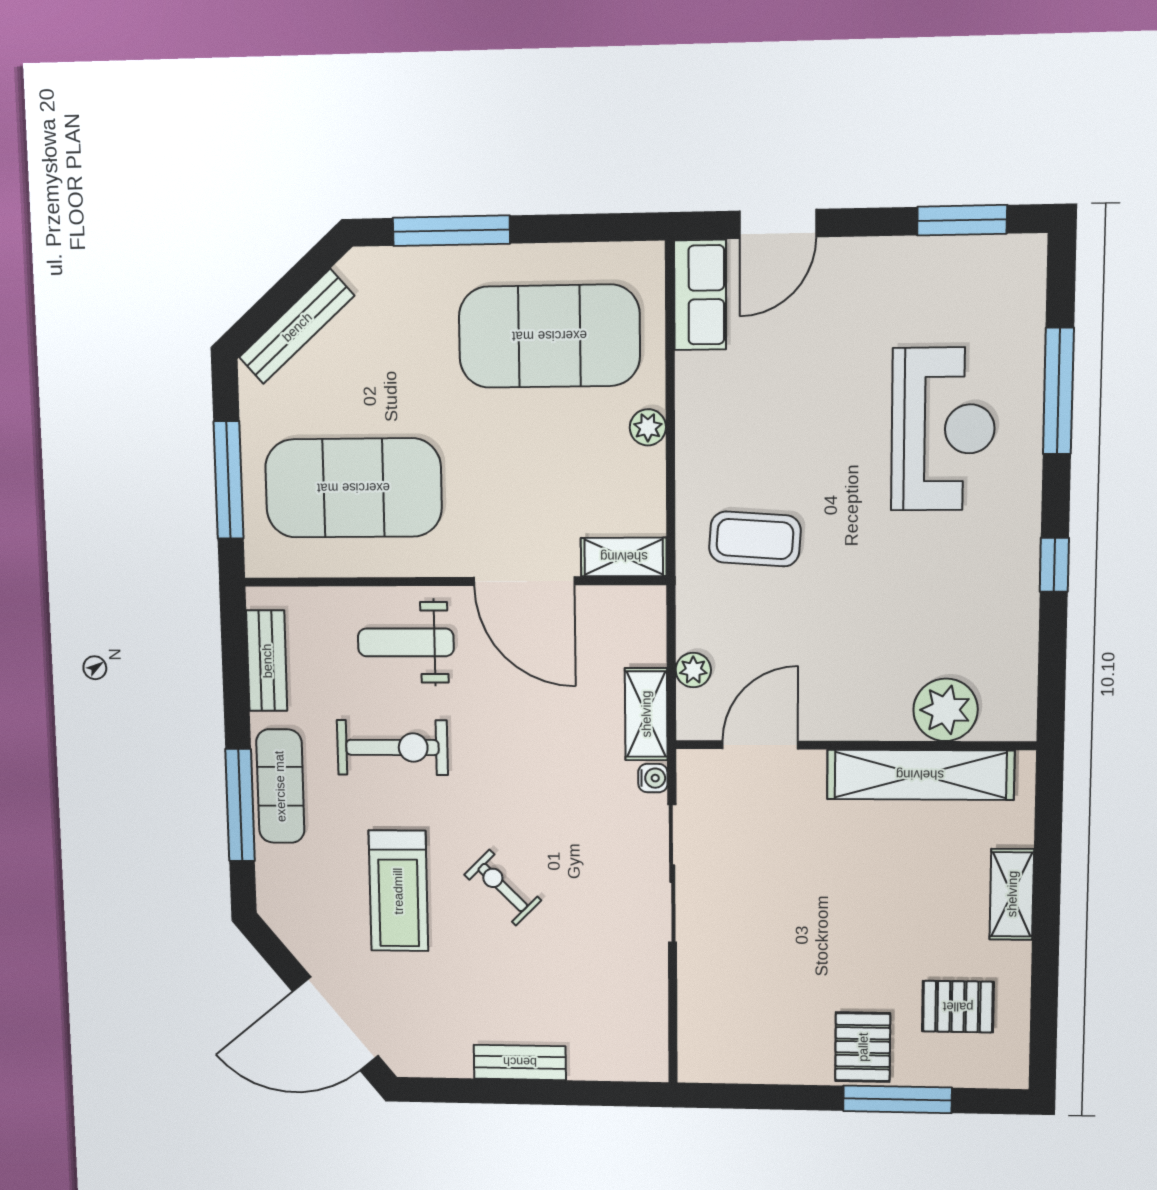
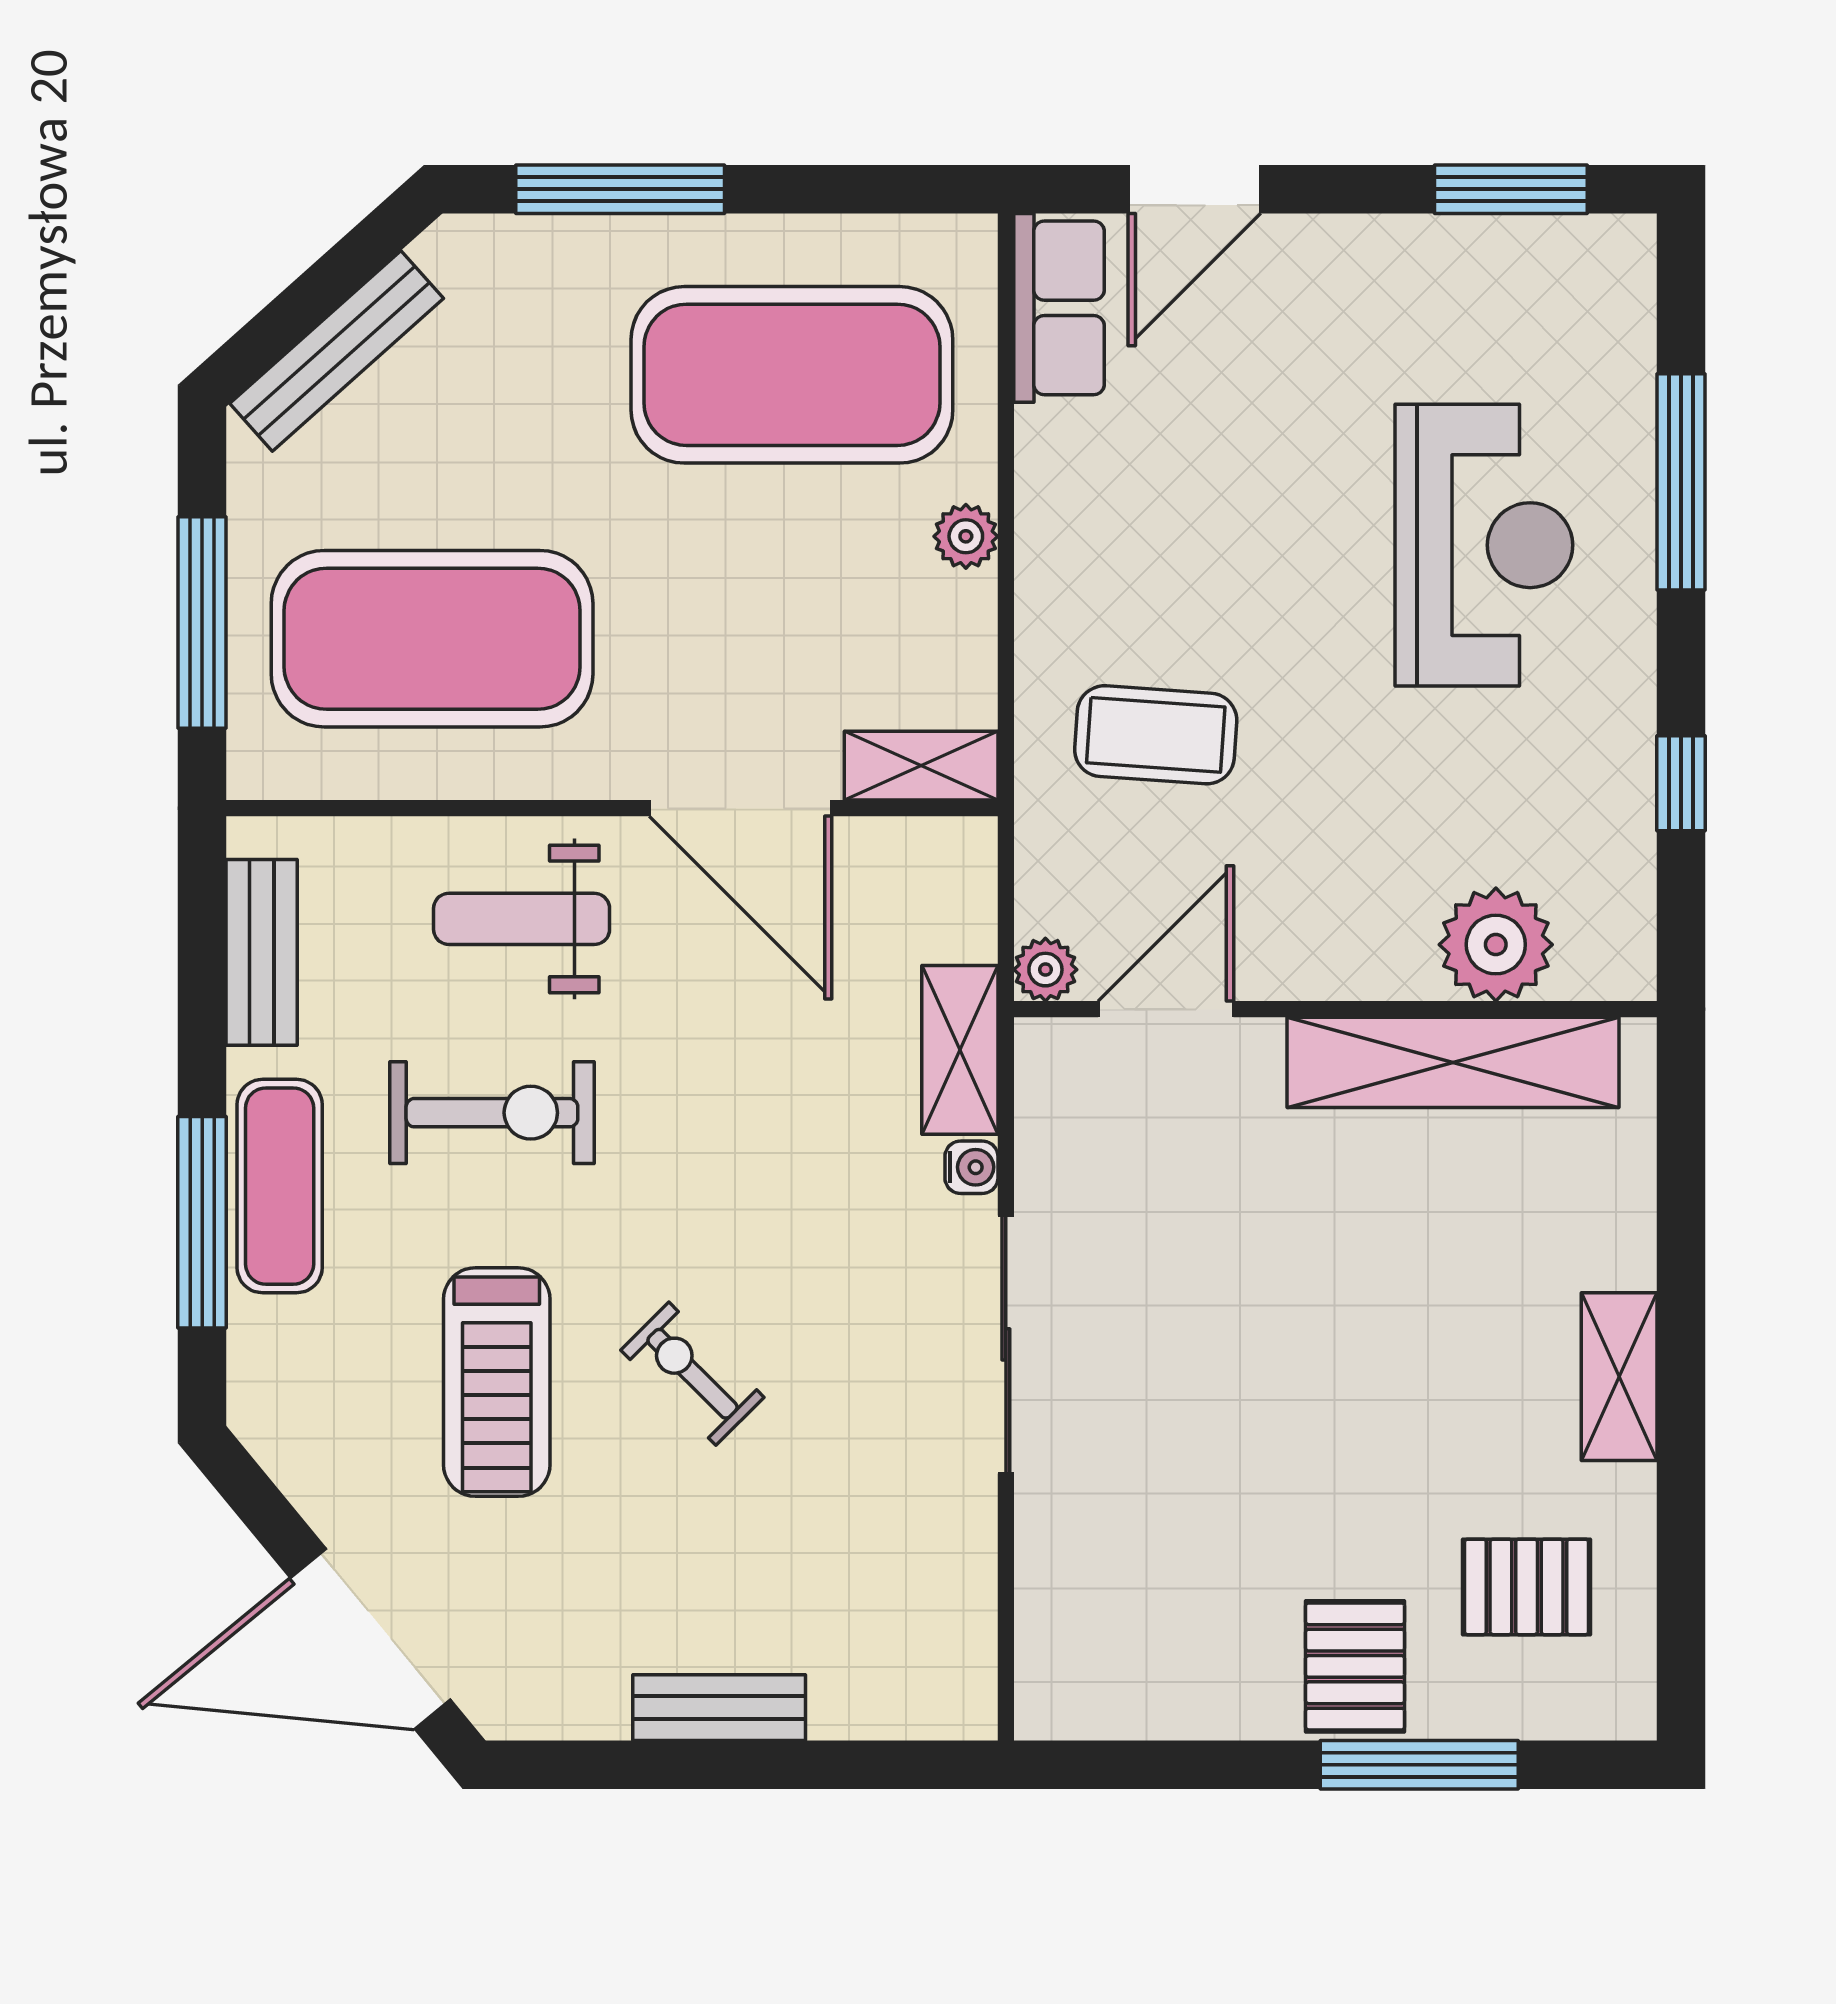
plant: (946, 710) -> (1496, 945), moved
door: (760, 745) -> (1166, 1009), moved
wall: (855, 745) -> (1335, 1009), moved
shelving: (920, 775) -> (1453, 1062), moved

